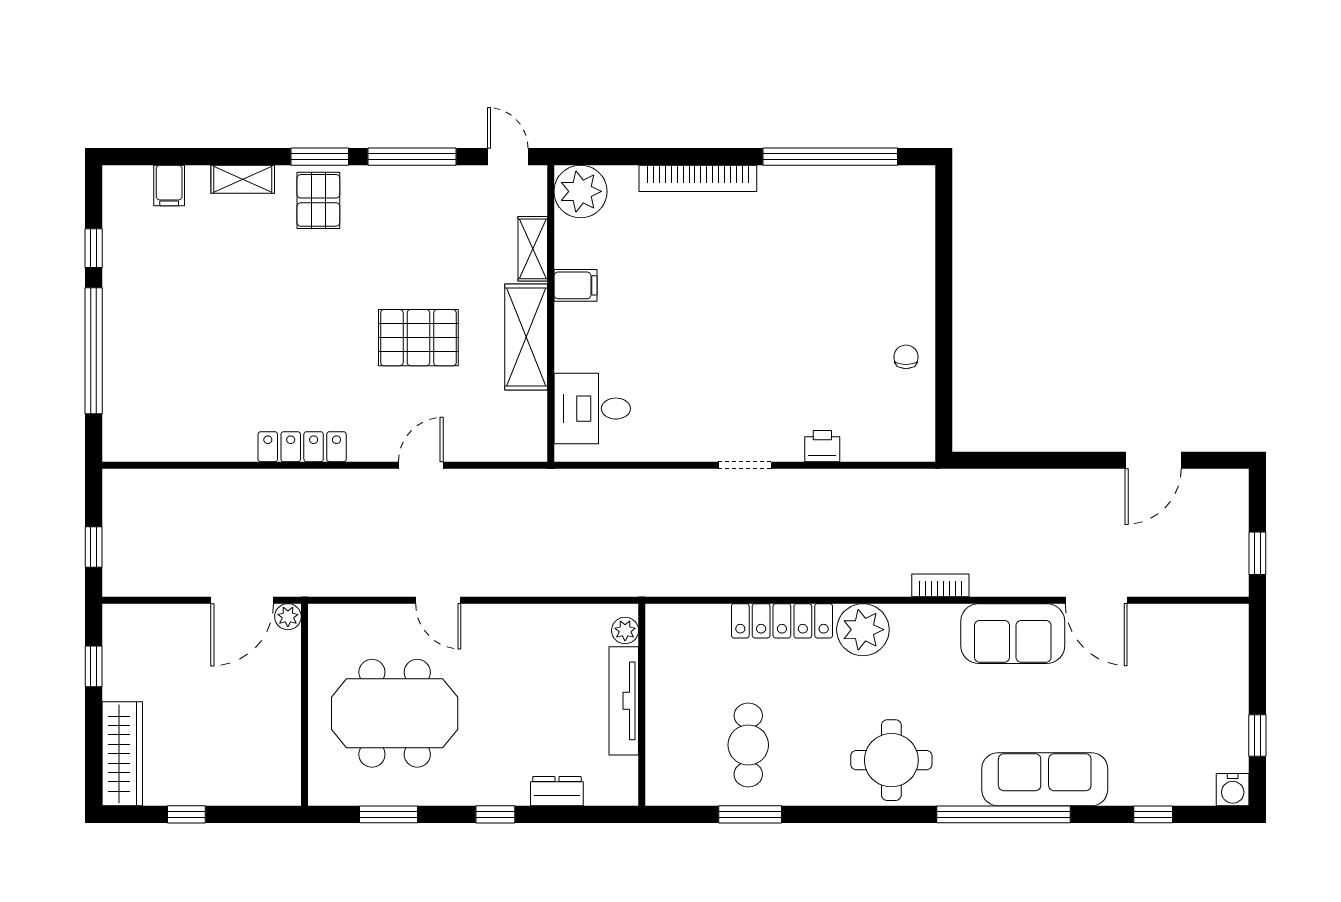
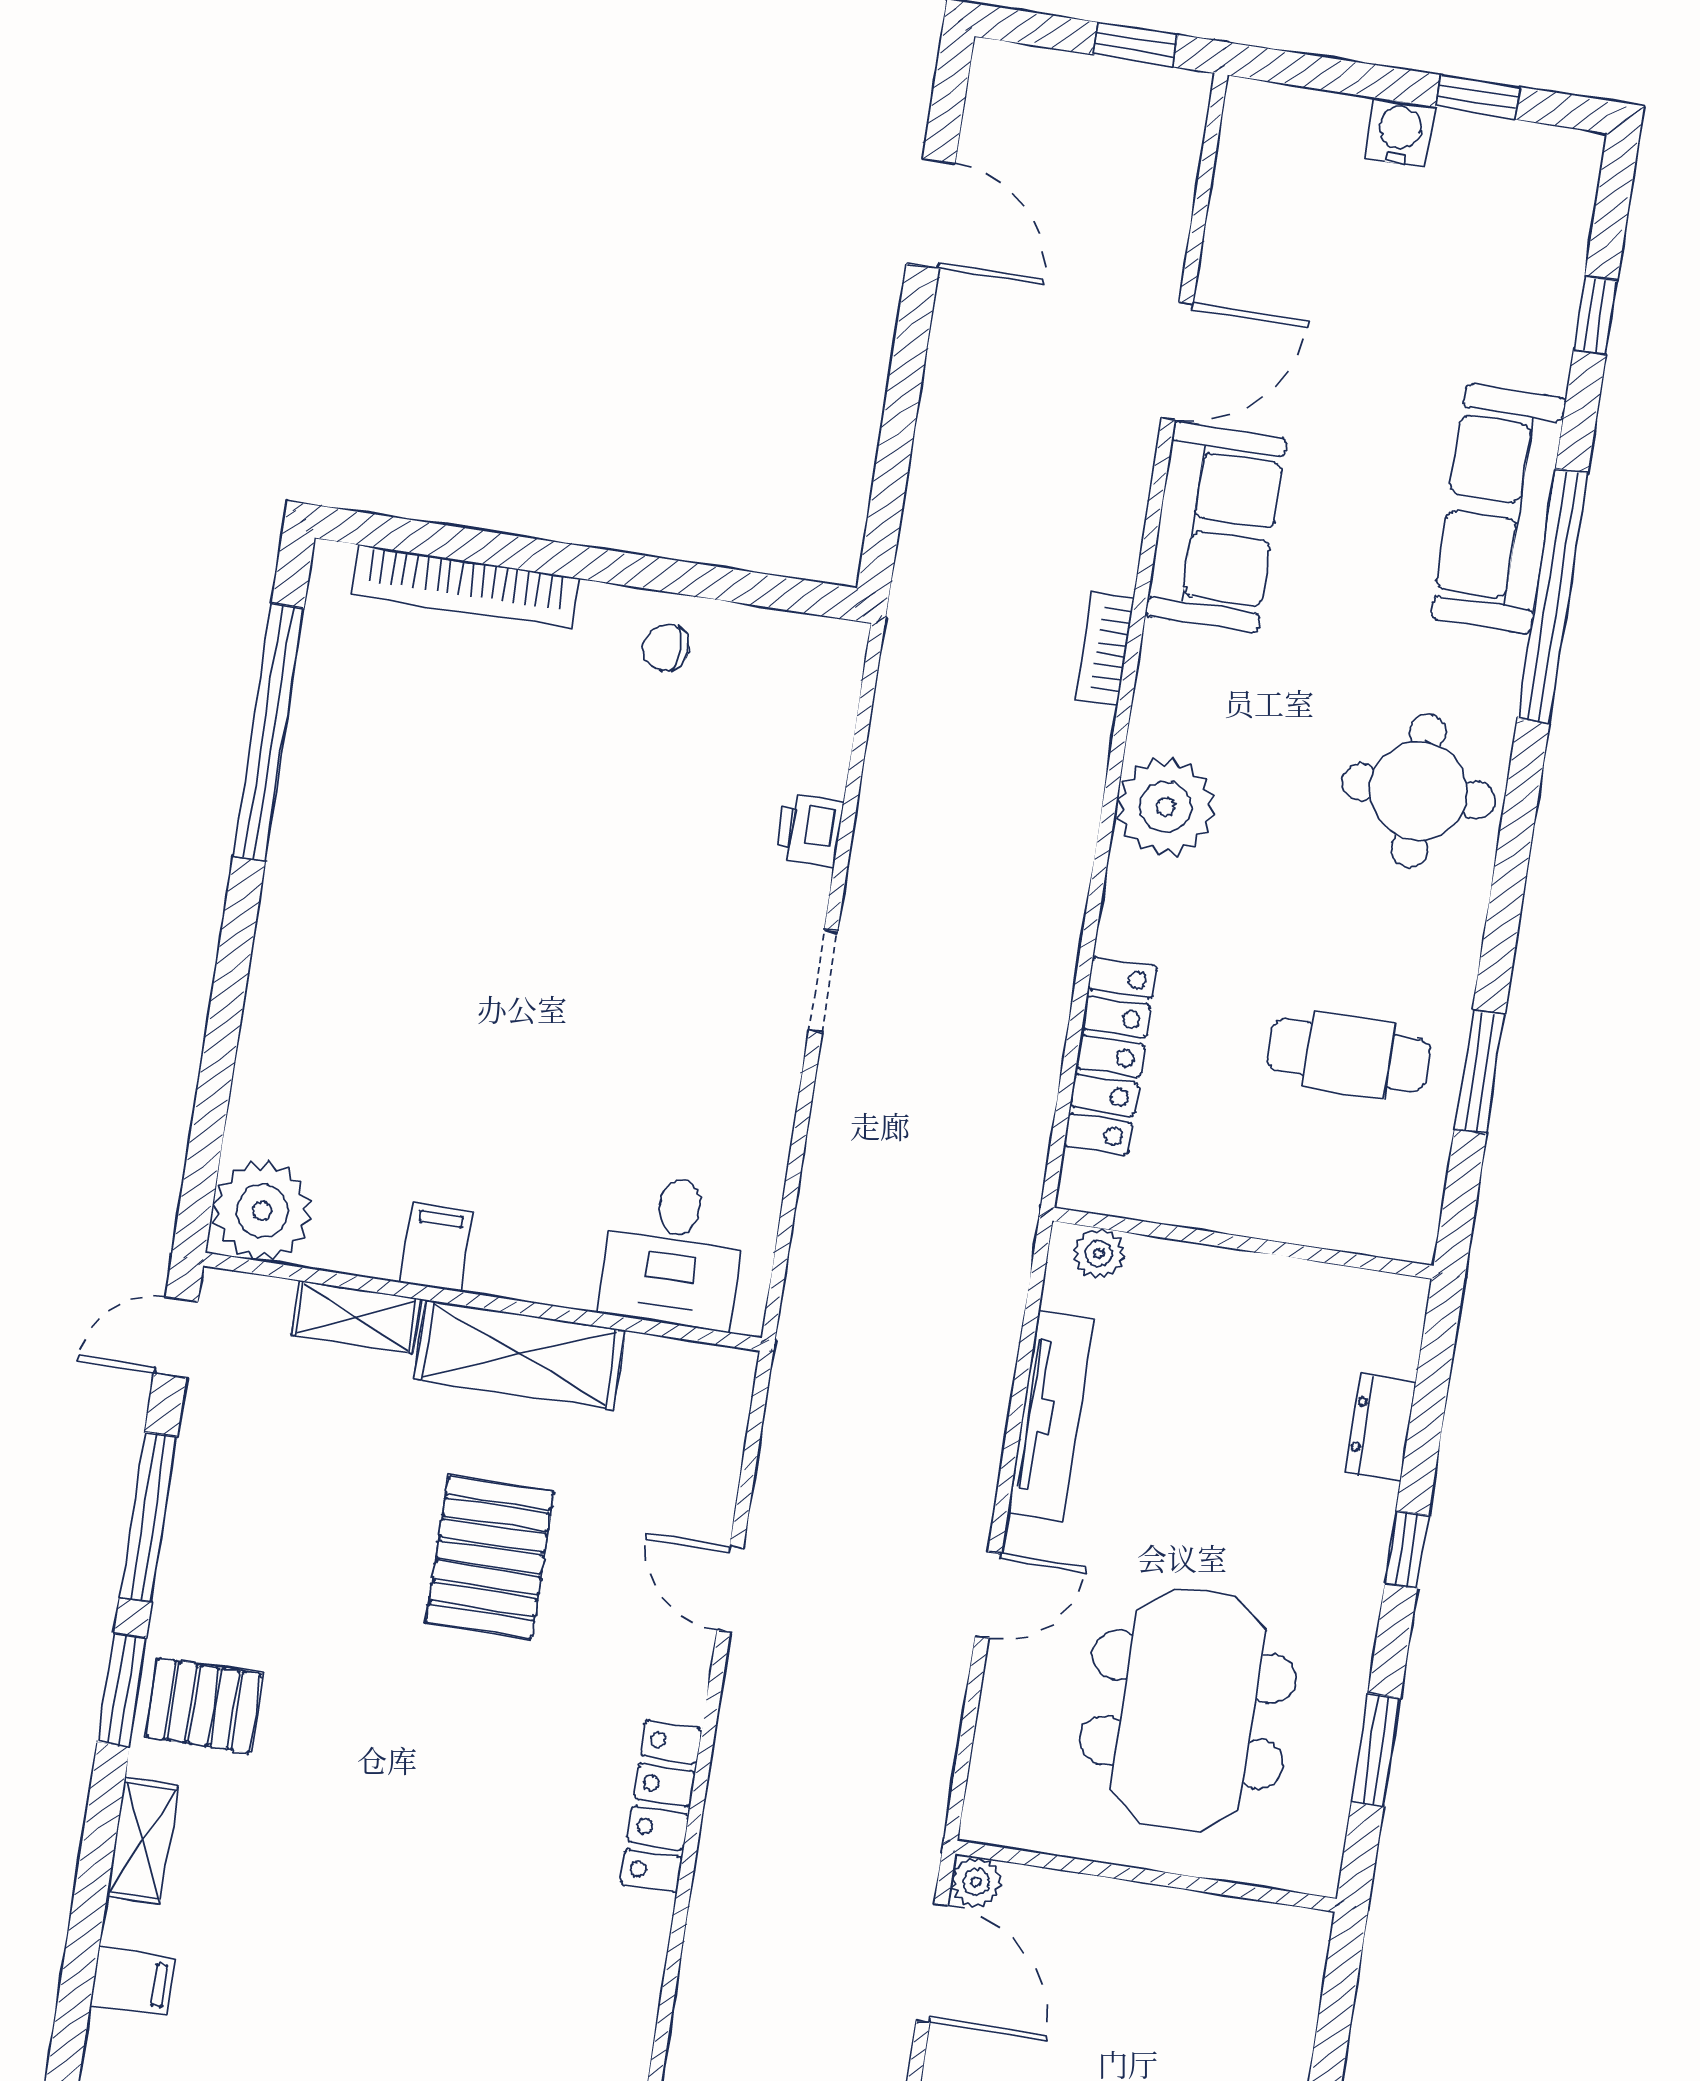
bookcase: (698, 178) -> (465, 586), moved, turned 90
locker: (782, 621) -> (1110, 1056), moved
tv unit: (624, 701) -> (1050, 1416), moved, turned -90
water cooler: (1233, 790) -> (1399, 132), moved, turned -90

